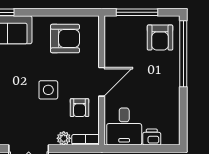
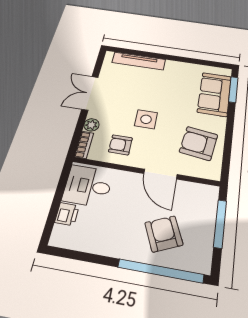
armchair: (160, 37) -> (164, 234), moved, turned 66
armchair: (65, 39) -> (199, 143), turned 98
door: (102, 82) -> (160, 174), moved

